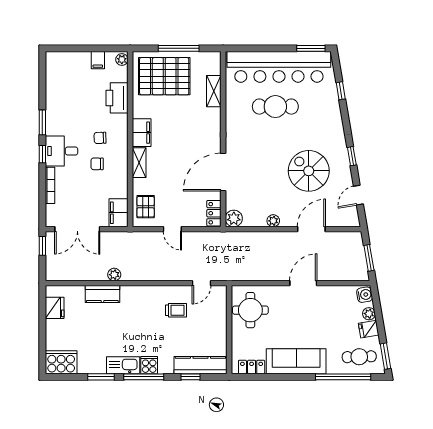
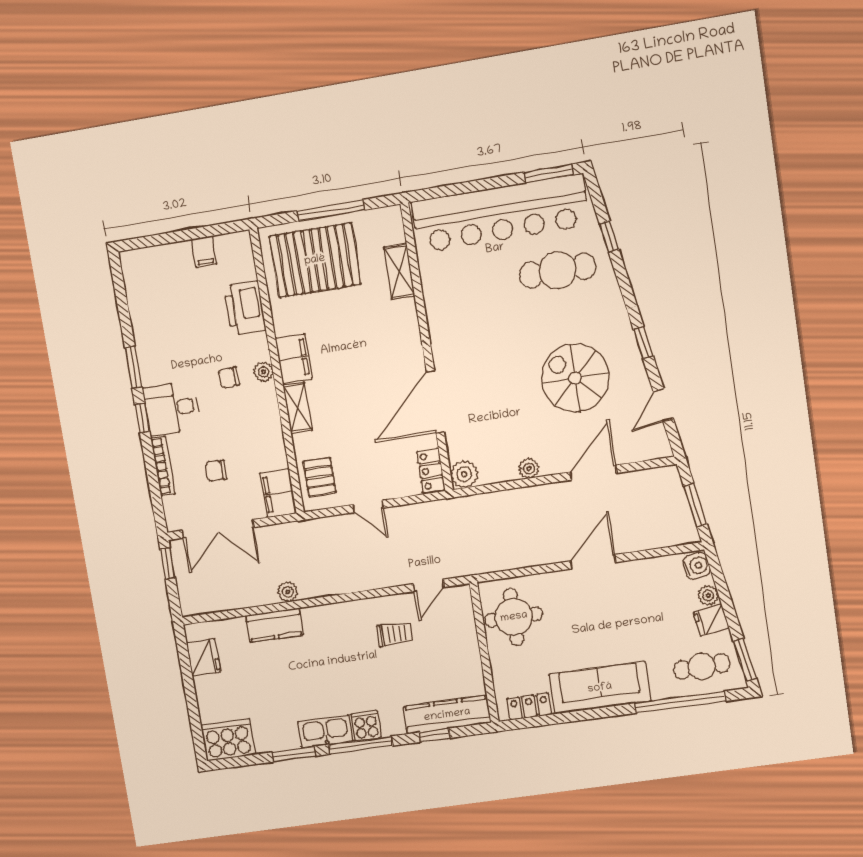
plant: (122, 59) -> (263, 372), moved
cafe table: (275, 107) -> (558, 270), moved
chair: (97, 164) -> (216, 471), moved

